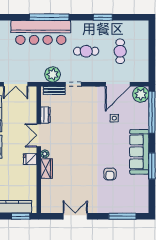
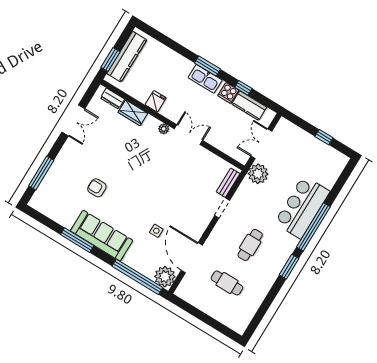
window: (103, 17) -> (289, 267), moved
bar counter: (41, 32) -> (302, 207), width x0.73
plant: (53, 74) -> (258, 174), moved
dresser: (45, 115) -> (112, 99), moved
fridge: (30, 159) -> (156, 101), moved
wardrobe: (47, 169) -> (133, 113), moved

